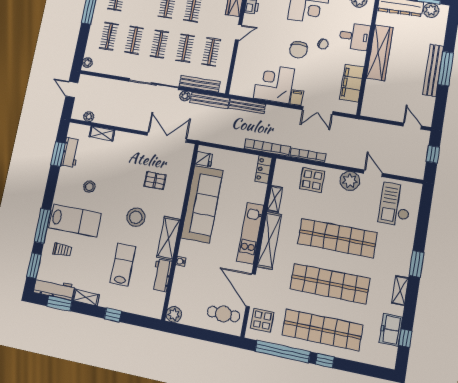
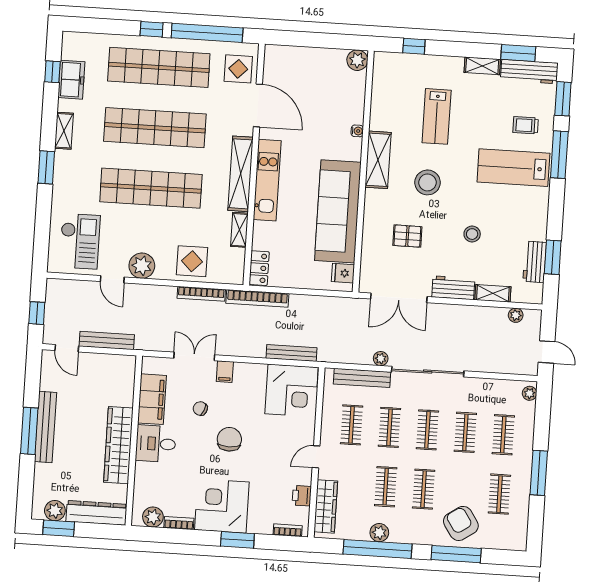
desk: (355, 36) -> (156, 444), moved
chair: (323, 44) -> (200, 409), moved
corner desk: (274, 83) -> (292, 391), moved
bench: (210, 100) -> (107, 341), moved
stool: (89, 187) -> (472, 234), moved
workbench: (162, 275) -> (453, 288), moved, turned -90
cafe table: (223, 314) -> (291, 70), removed
window: (113, 315) -> (414, 46), moved

